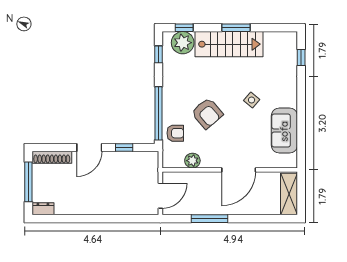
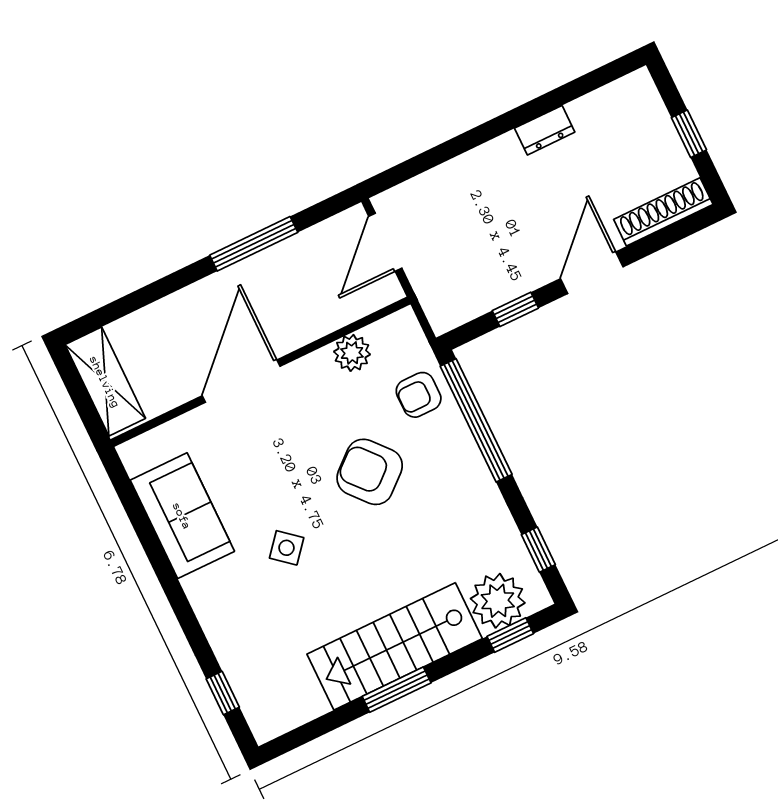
window: (28, 182) -> (689, 134), width x0.46
dresser: (43, 209) -> (545, 130), moved

